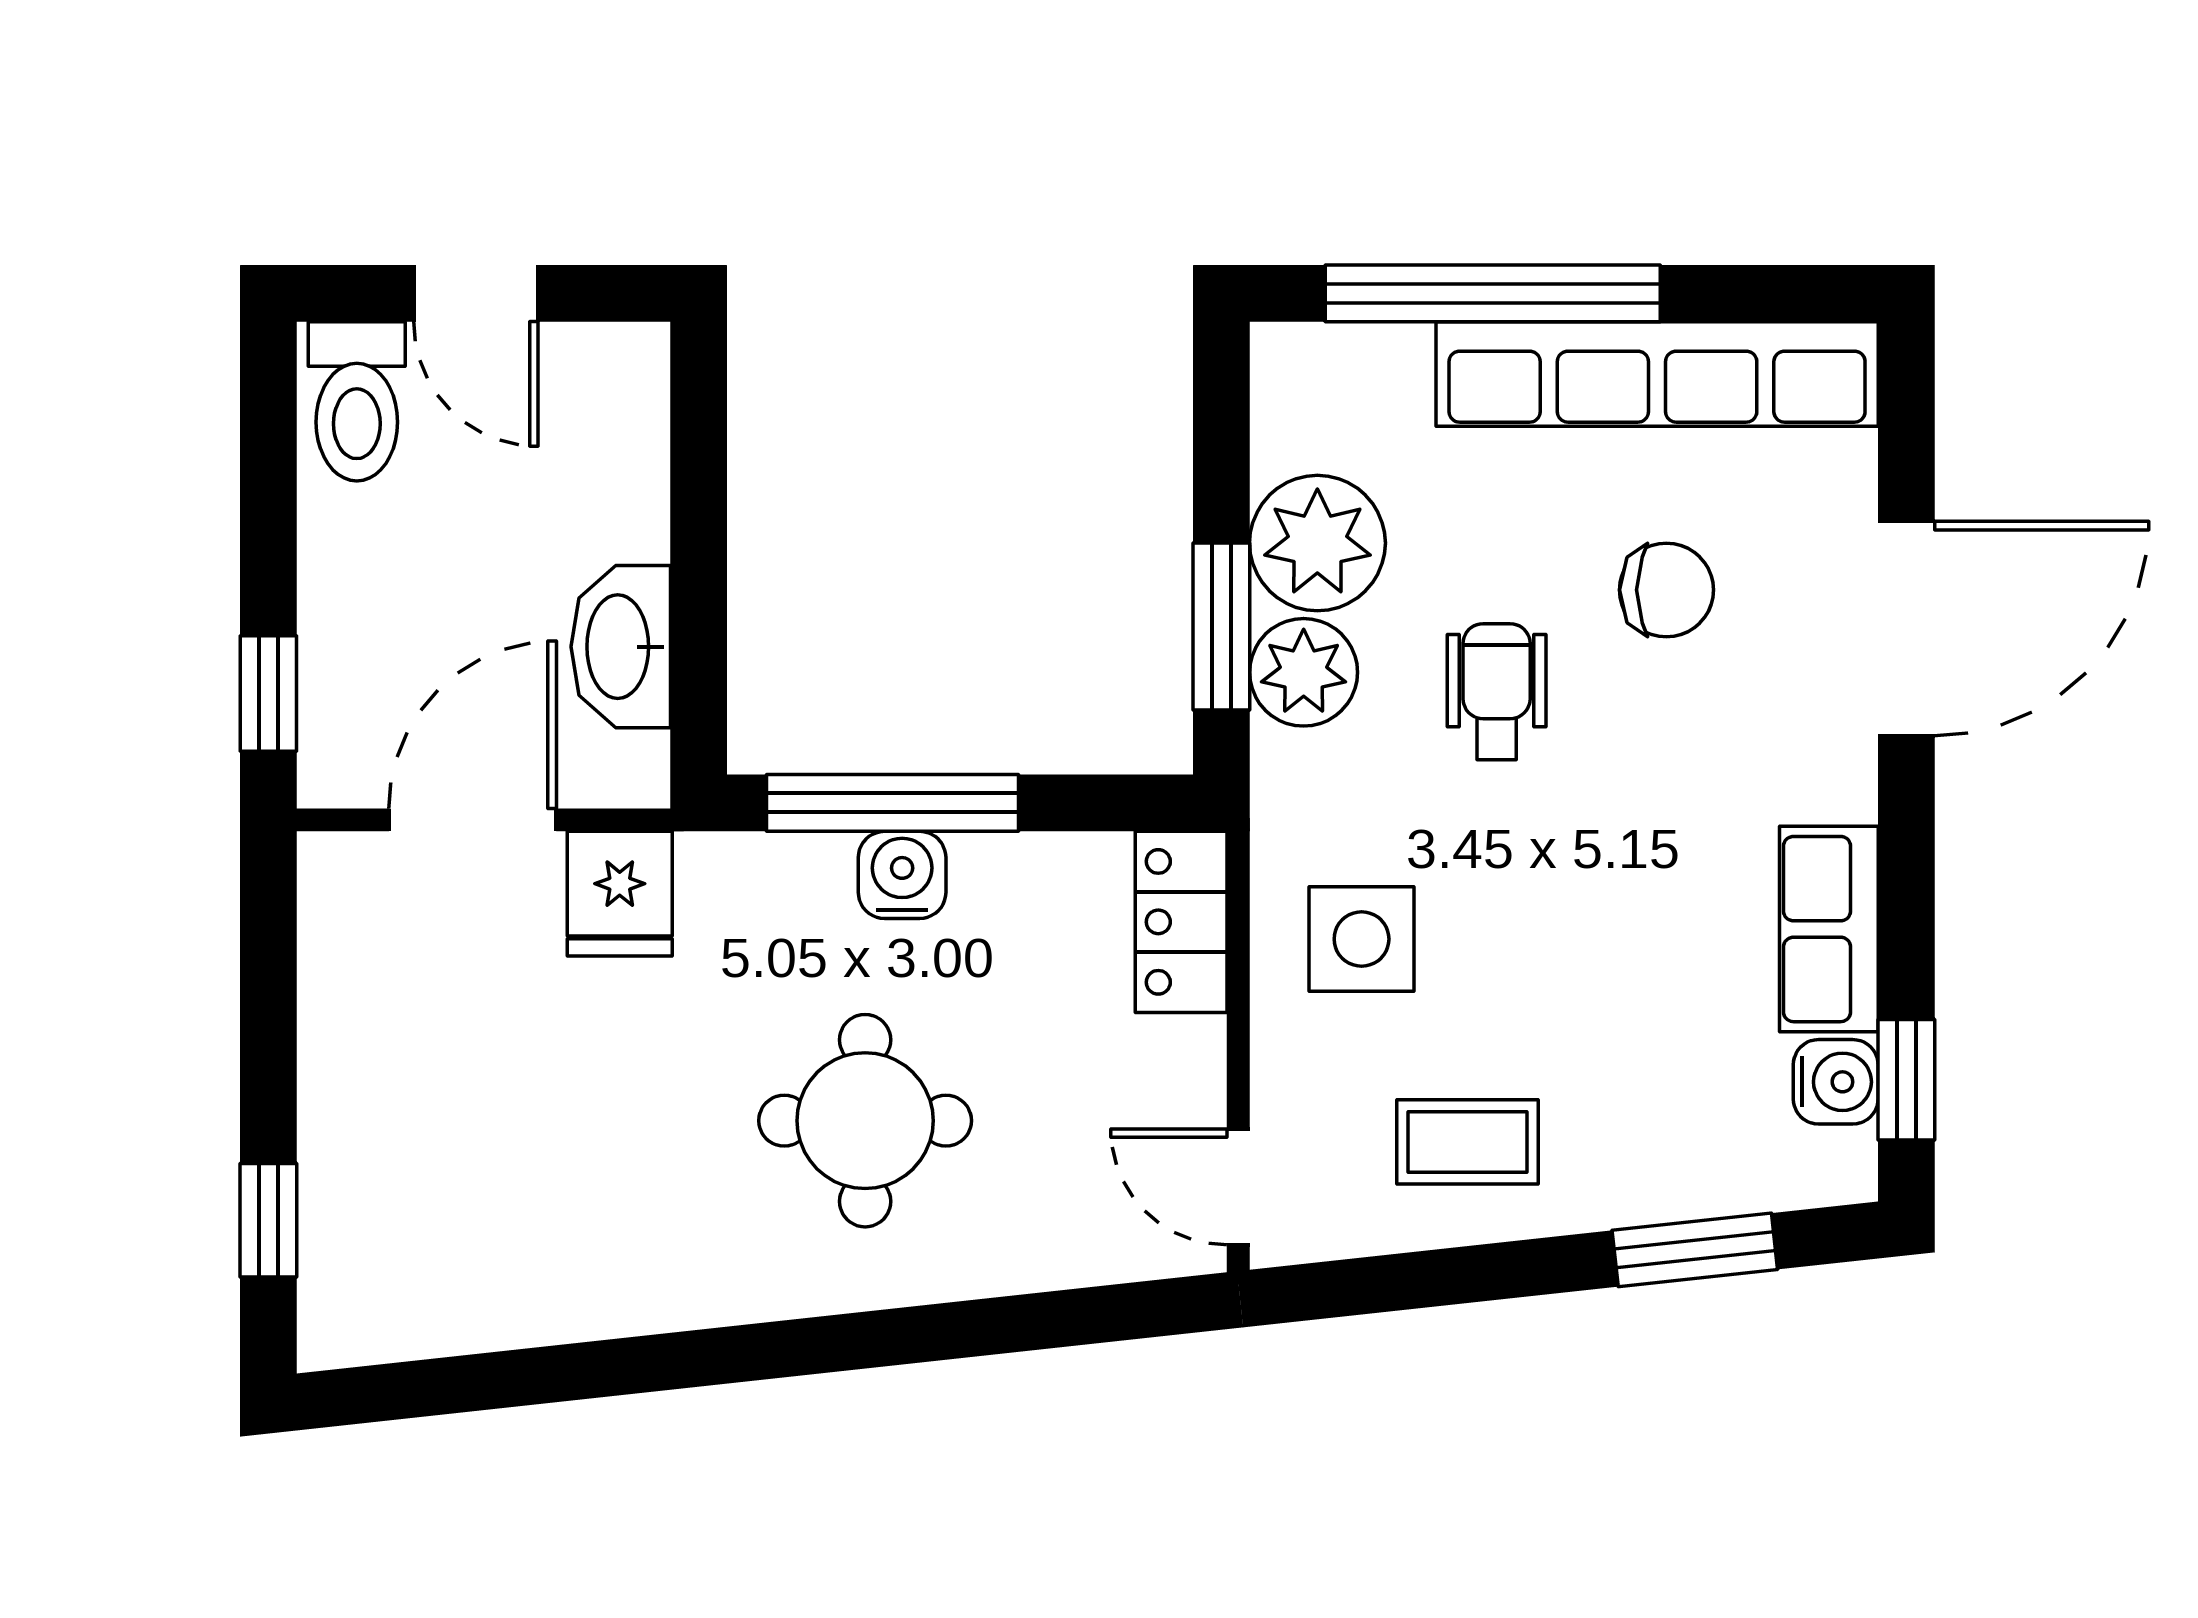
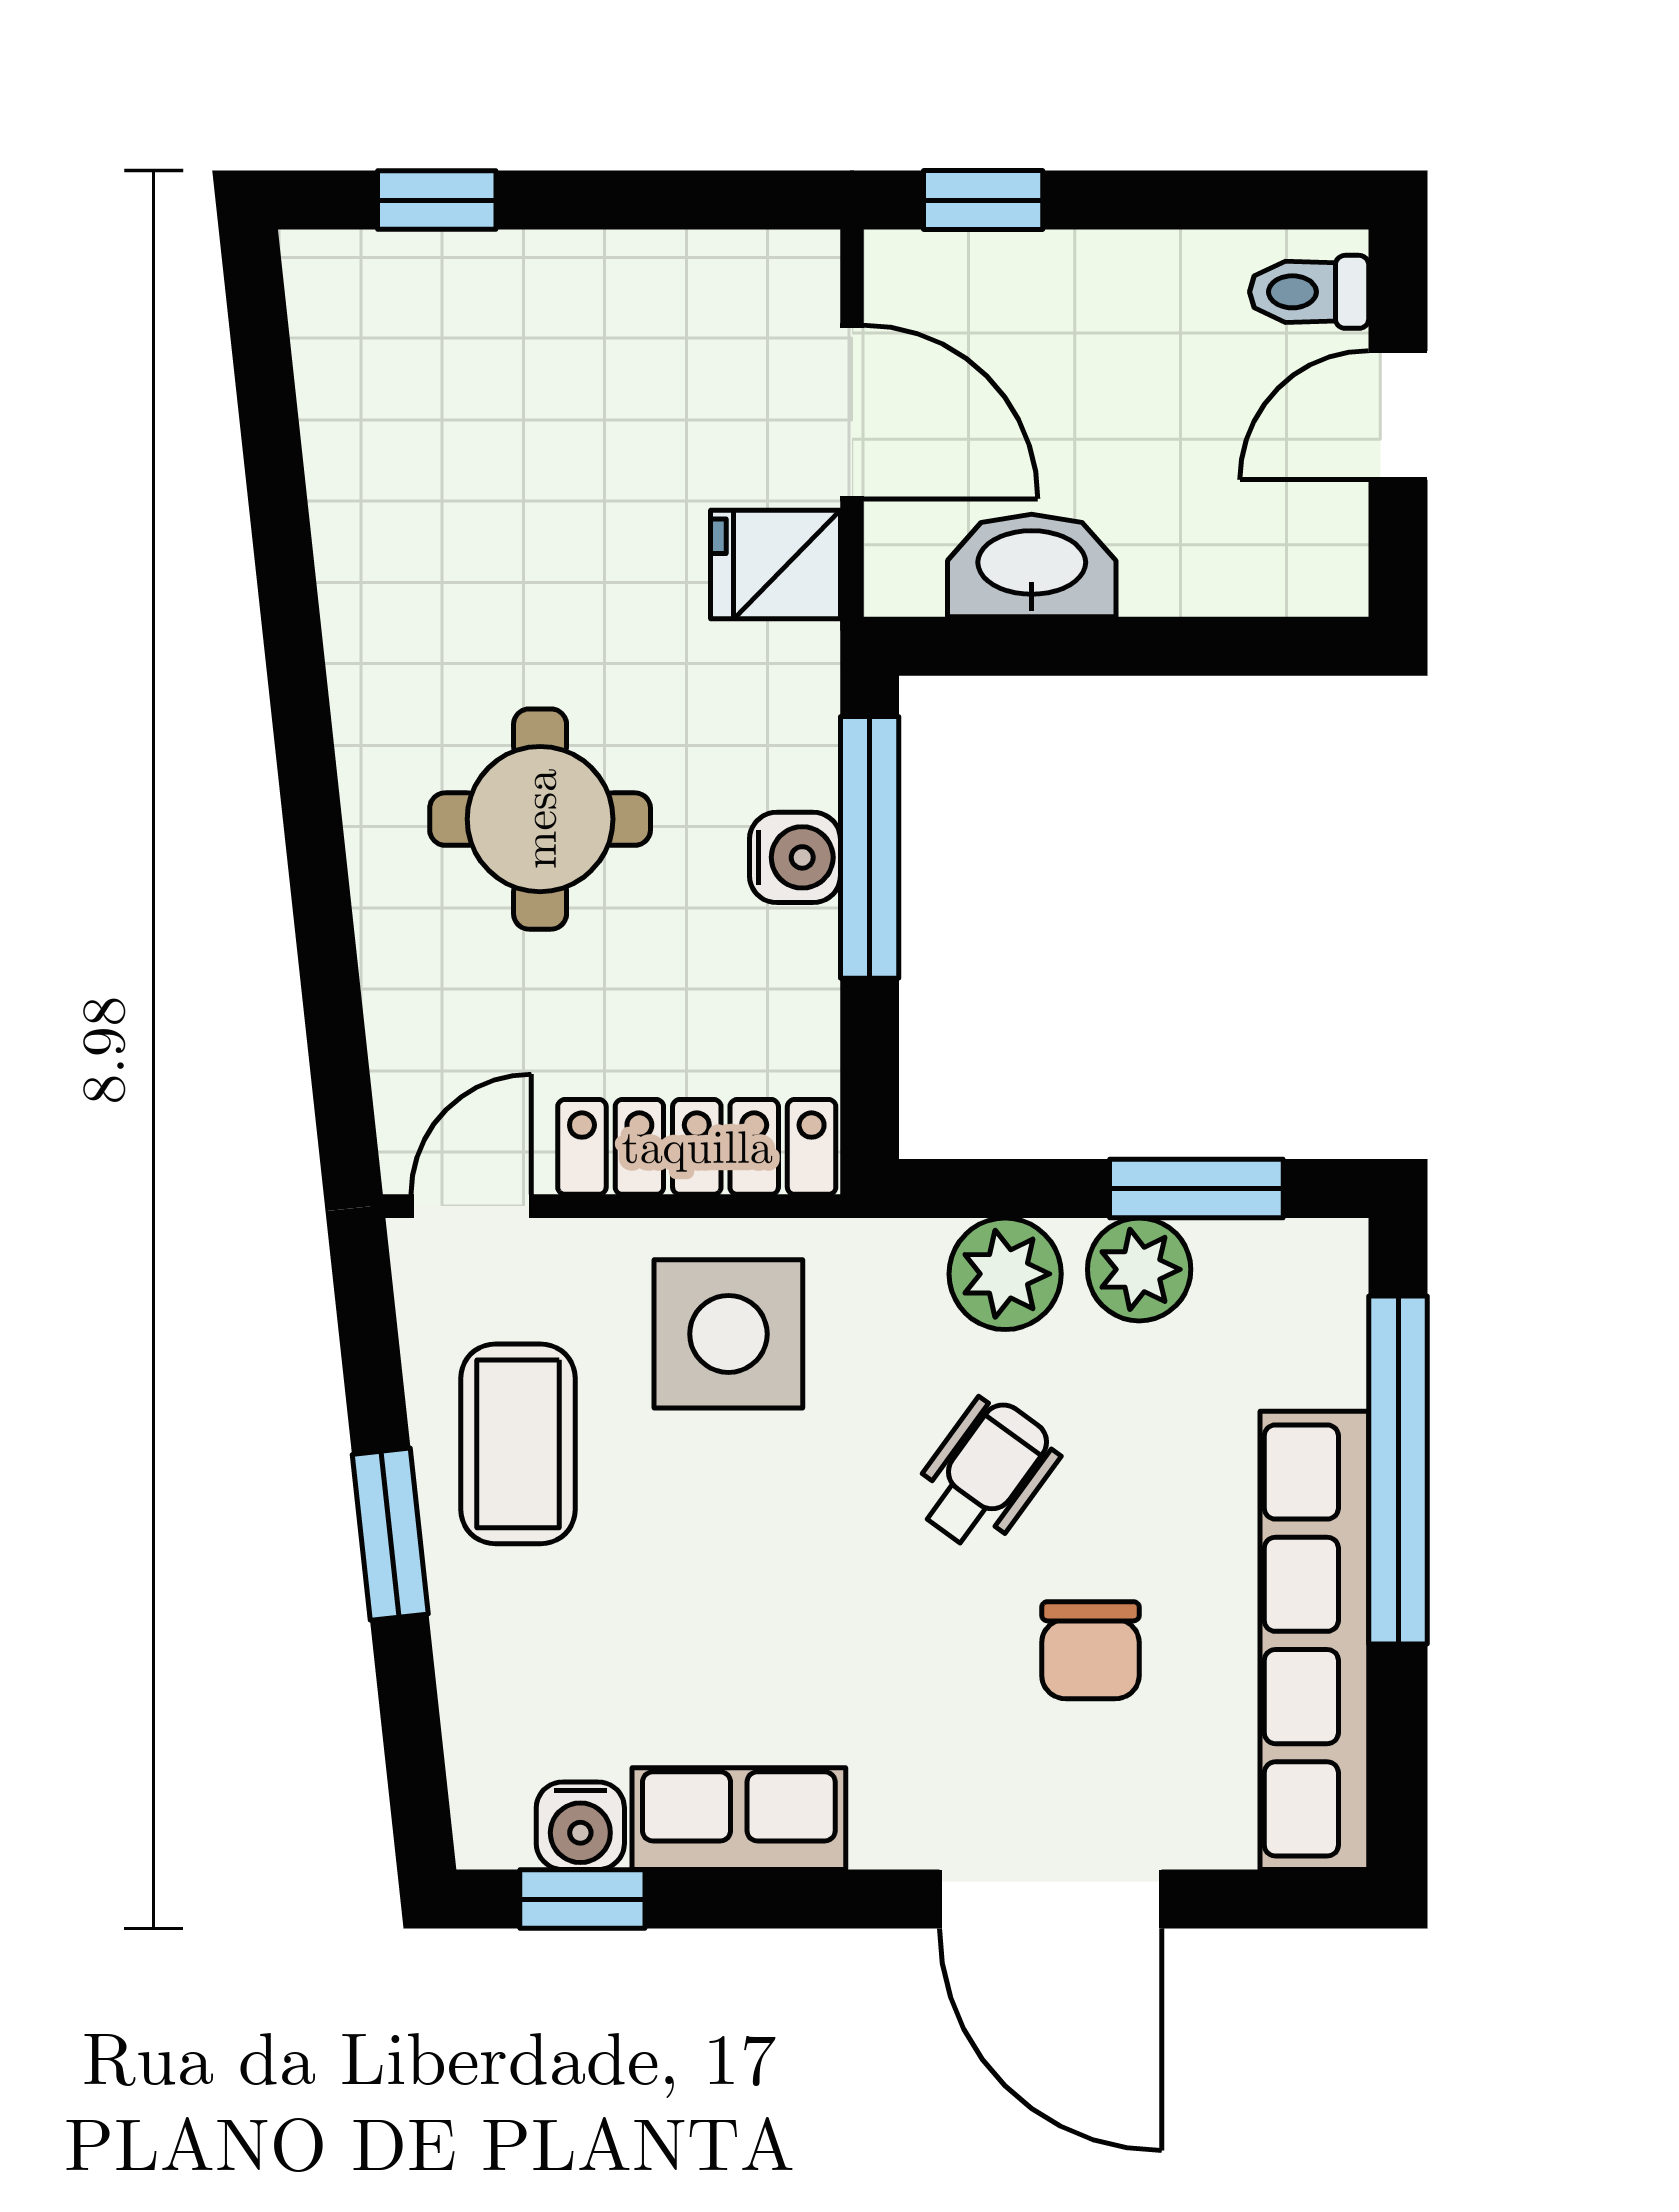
toilet: (357, 401) -> (1309, 292), width x0.73, depth x0.72
plant: (1317, 543) -> (1139, 1269), width x0.73, depth x0.73
window: (1221, 627) -> (1196, 1189), moved
wheelchair: (1497, 692) -> (985, 1474), turned -54
locker: (1181, 922) -> (697, 1147), width x1.53
side table: (1362, 939) -> (728, 1334), width x1.37, depth x1.37
coffee table: (1468, 1142) -> (518, 1444), width x1.36, depth x1.30
window: (1695, 1250) -> (390, 1534), moved

